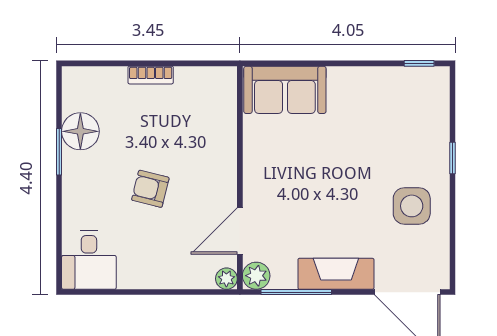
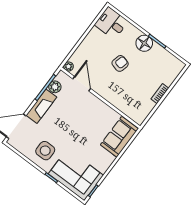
corner sofa: (413, 117) -> (76, 175), added
floor lamp: (80, 131) -> (144, 43), moved
plant: (256, 276) -> (55, 87), moved

